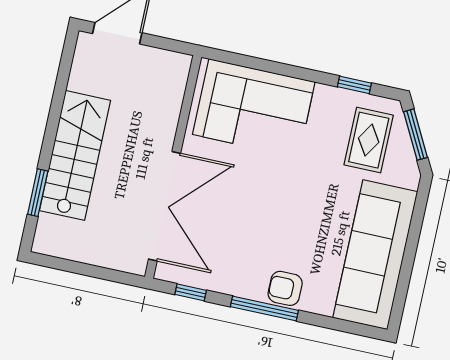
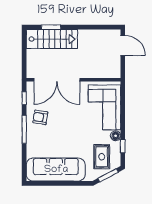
floor lamp: (326, 97) -> (116, 136), added
rug: (369, 140) -> (102, 157), turned 90
stairs: (75, 155) -> (52, 39), moved
armchair: (285, 288) -> (40, 117), moved, turned -81

